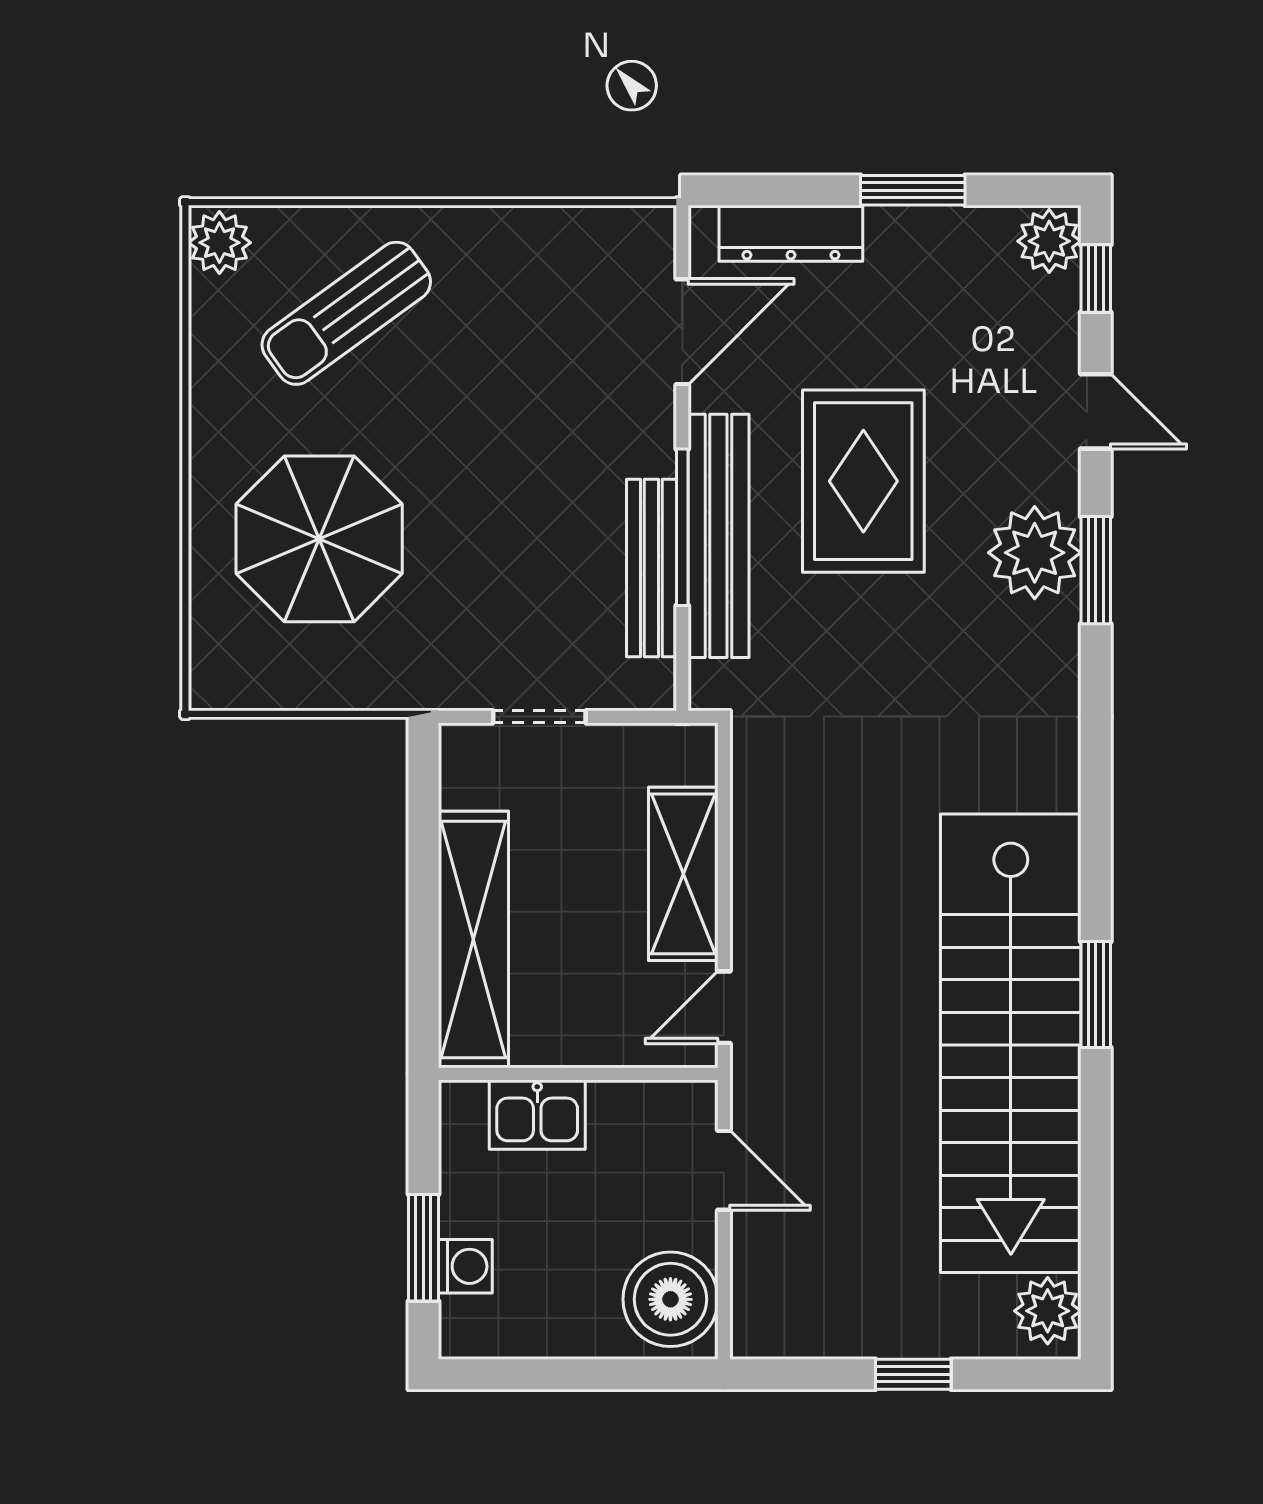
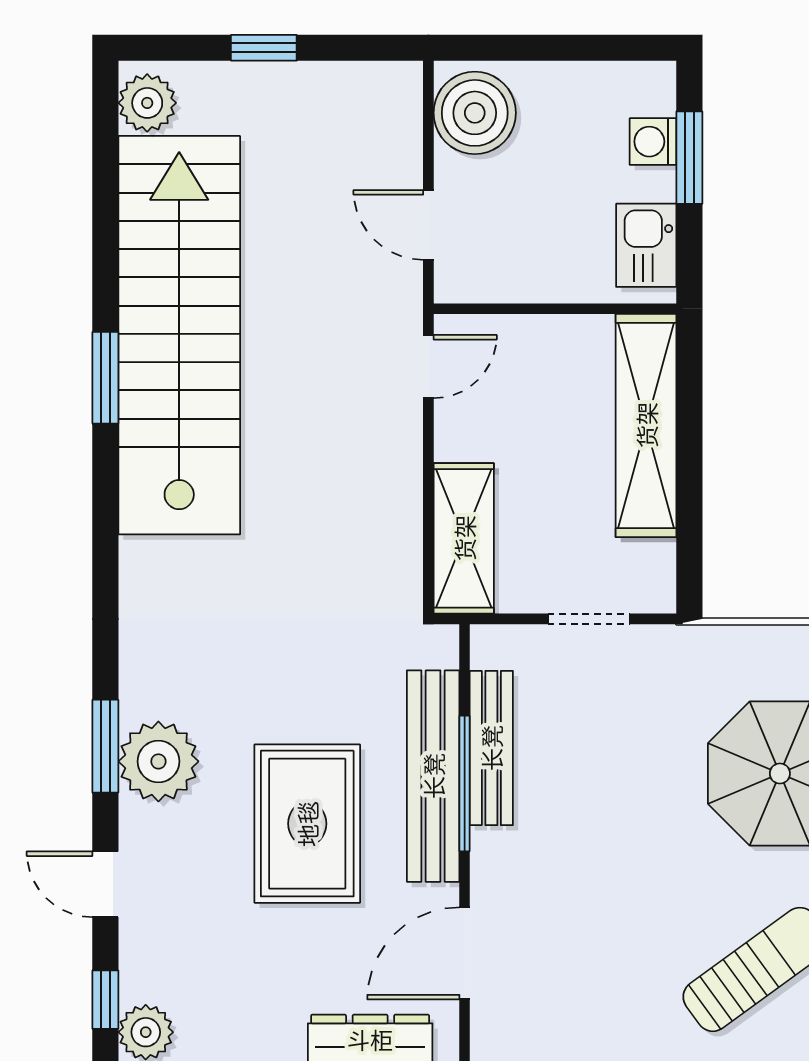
shelving: (683, 874) -> (464, 538), moved
kitchen sink: (537, 1115) -> (646, 245), moved, turned -90

